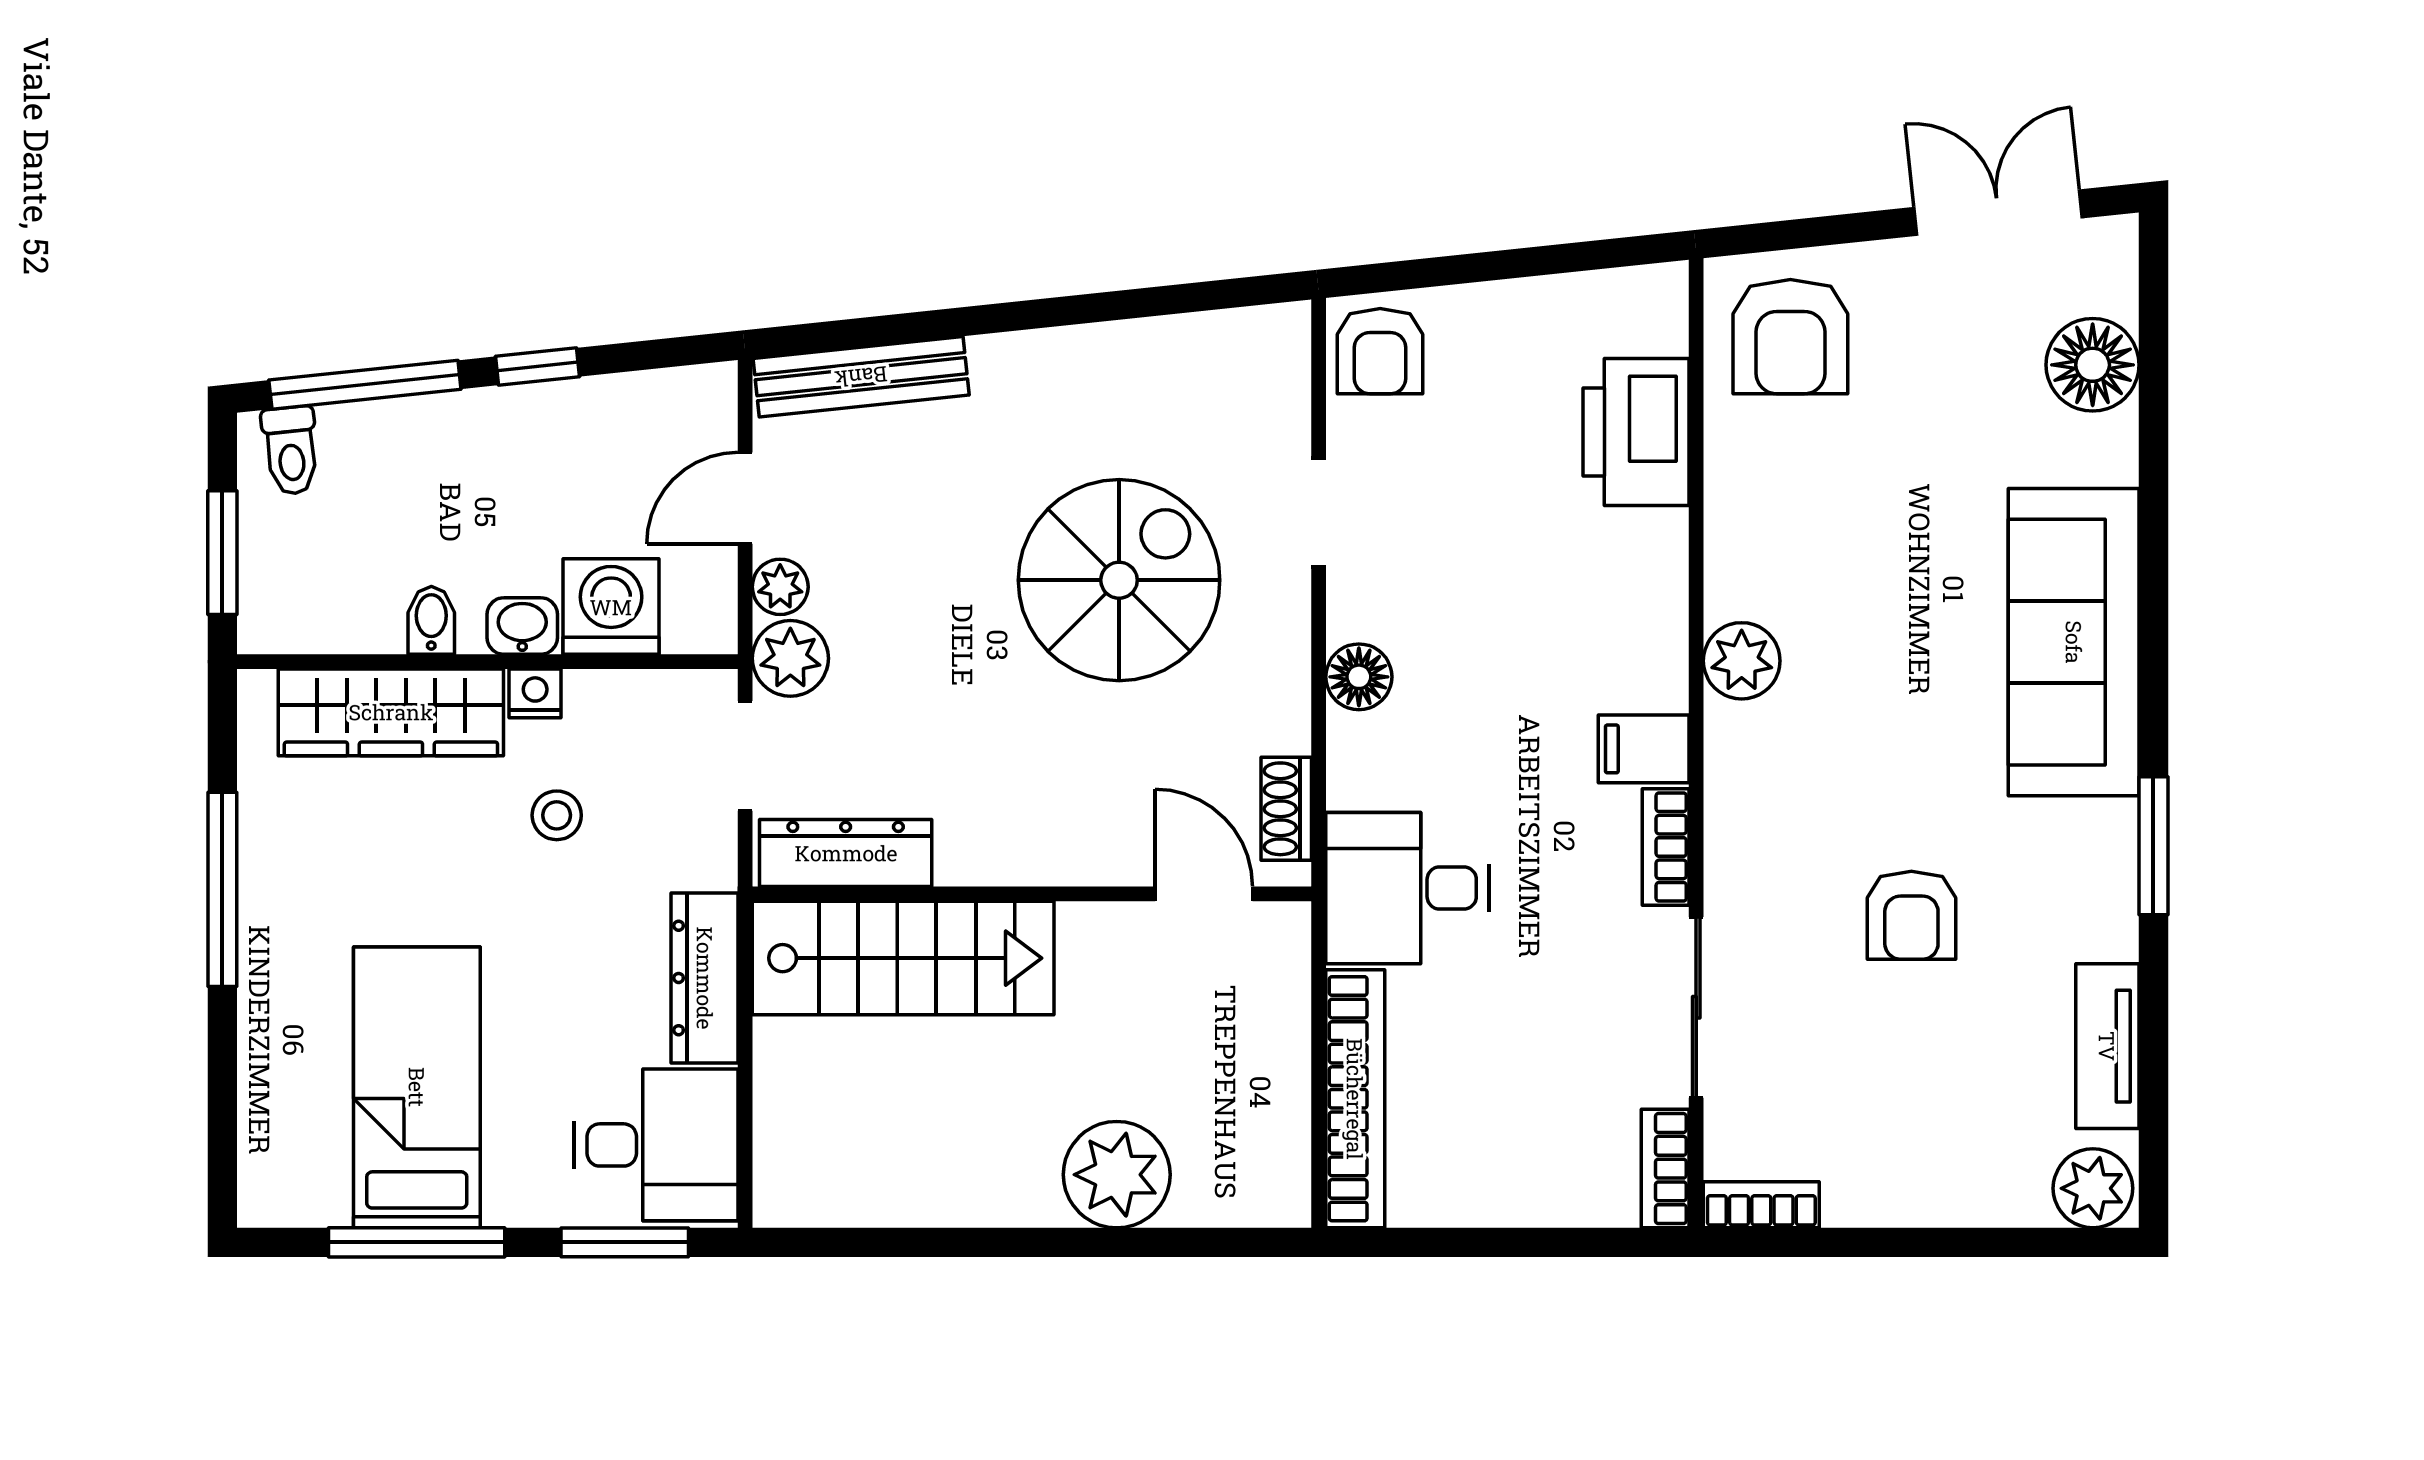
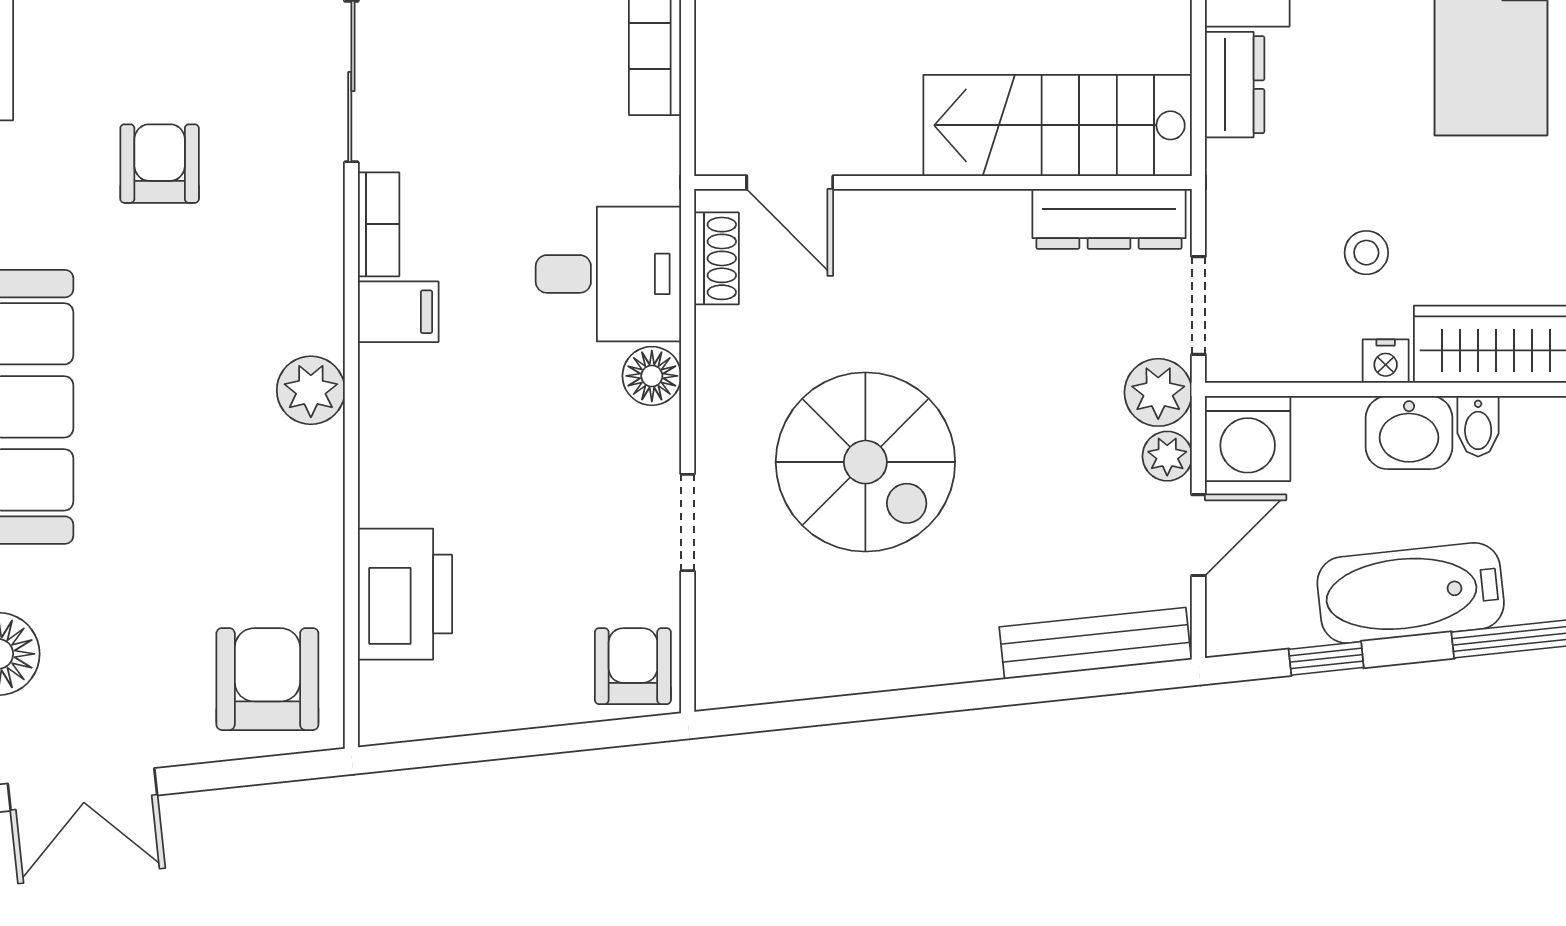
window: (538, 366) -> (1326, 658), moved
bathtub: (507, 433) -> (1411, 593), added
spiral stairs: (1119, 580) -> (865, 462), turned -90
washing machine: (611, 607) -> (1248, 439), moved
washbasin: (522, 626) -> (1409, 433), width x1.38, depth x1.45
desk: (1408, 888) -> (608, 274), moved
dresser: (705, 978) -> (1235, 85), width x0.70

